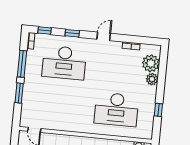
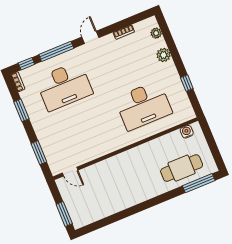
window: (72, 33) -> (56, 51), width x2.17
plant: (151, 63) -> (156, 33), width x0.53, depth x0.53
window: (22, 64) -> (21, 110), width x0.69
window: (19, 93) -> (39, 153), moved

